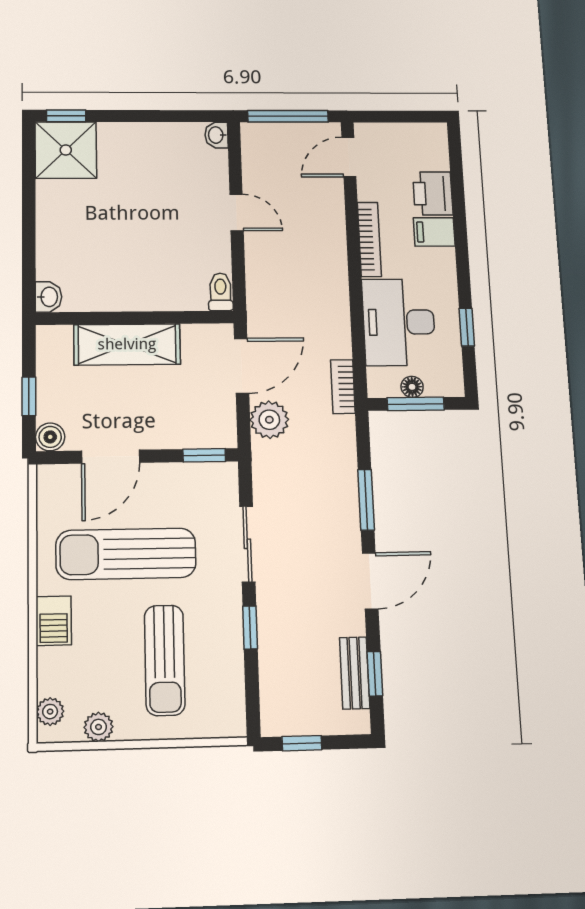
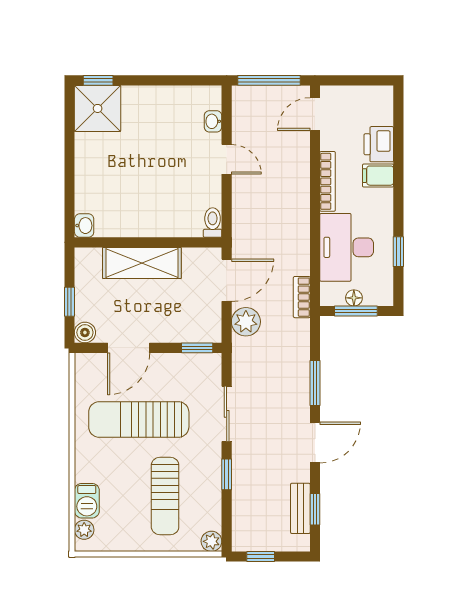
washbasin: (216, 135) -> (213, 121), moved
barbecue: (54, 621) -> (87, 501), moved
plant: (99, 727) -> (211, 541), moved

